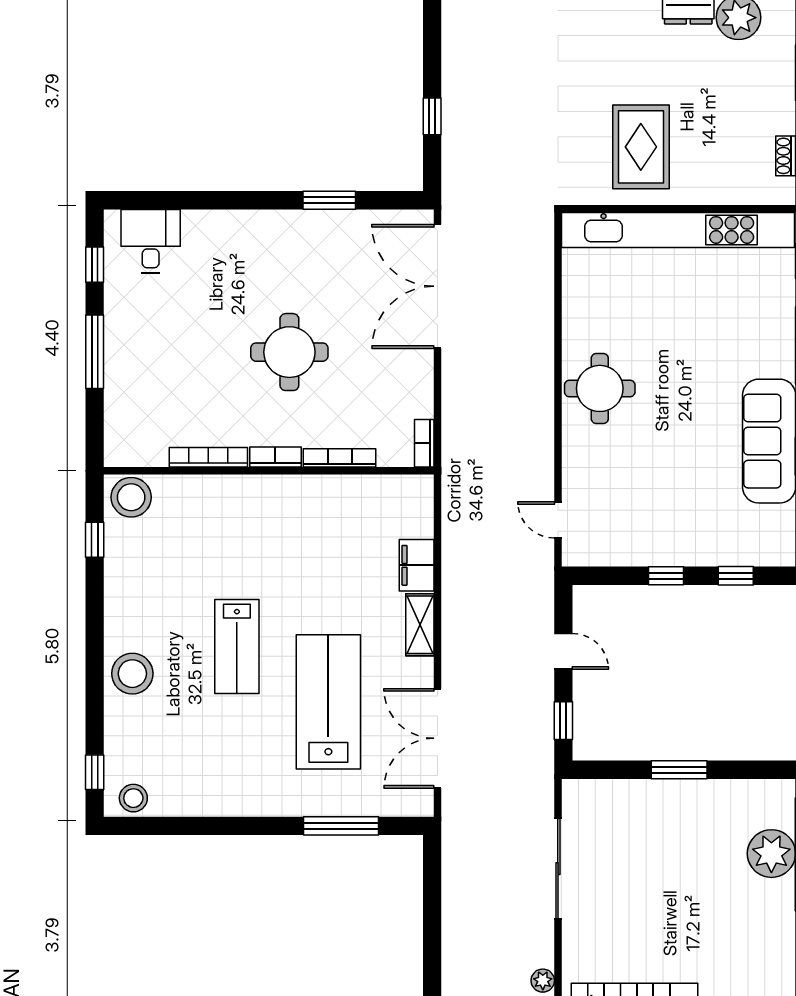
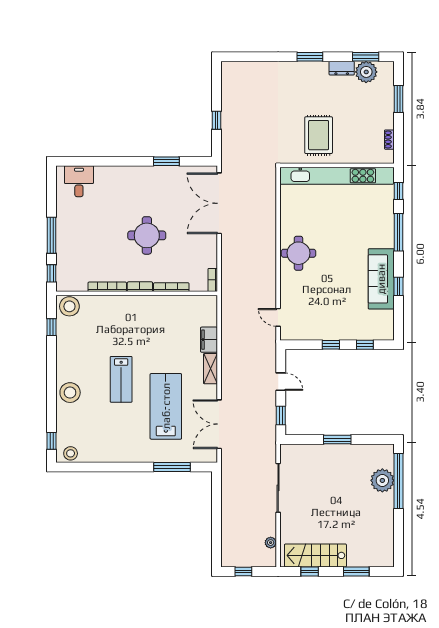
window: (95, 265) -> (52, 273), moved

